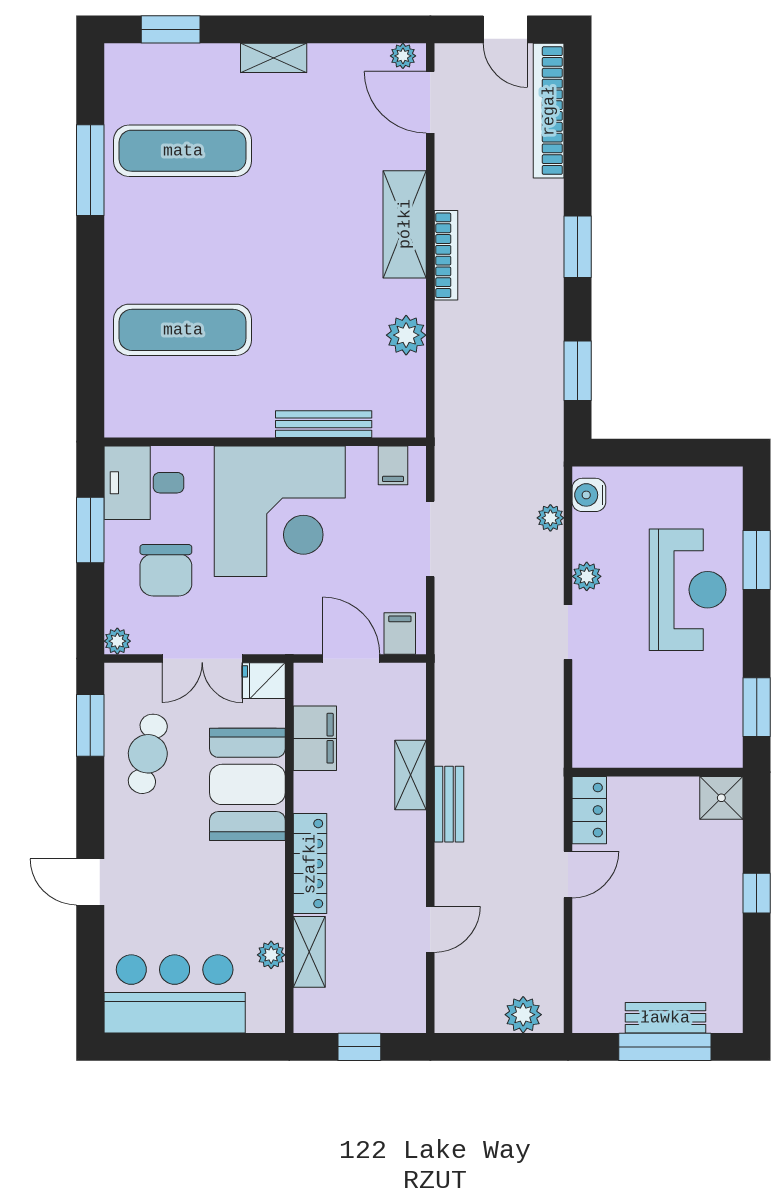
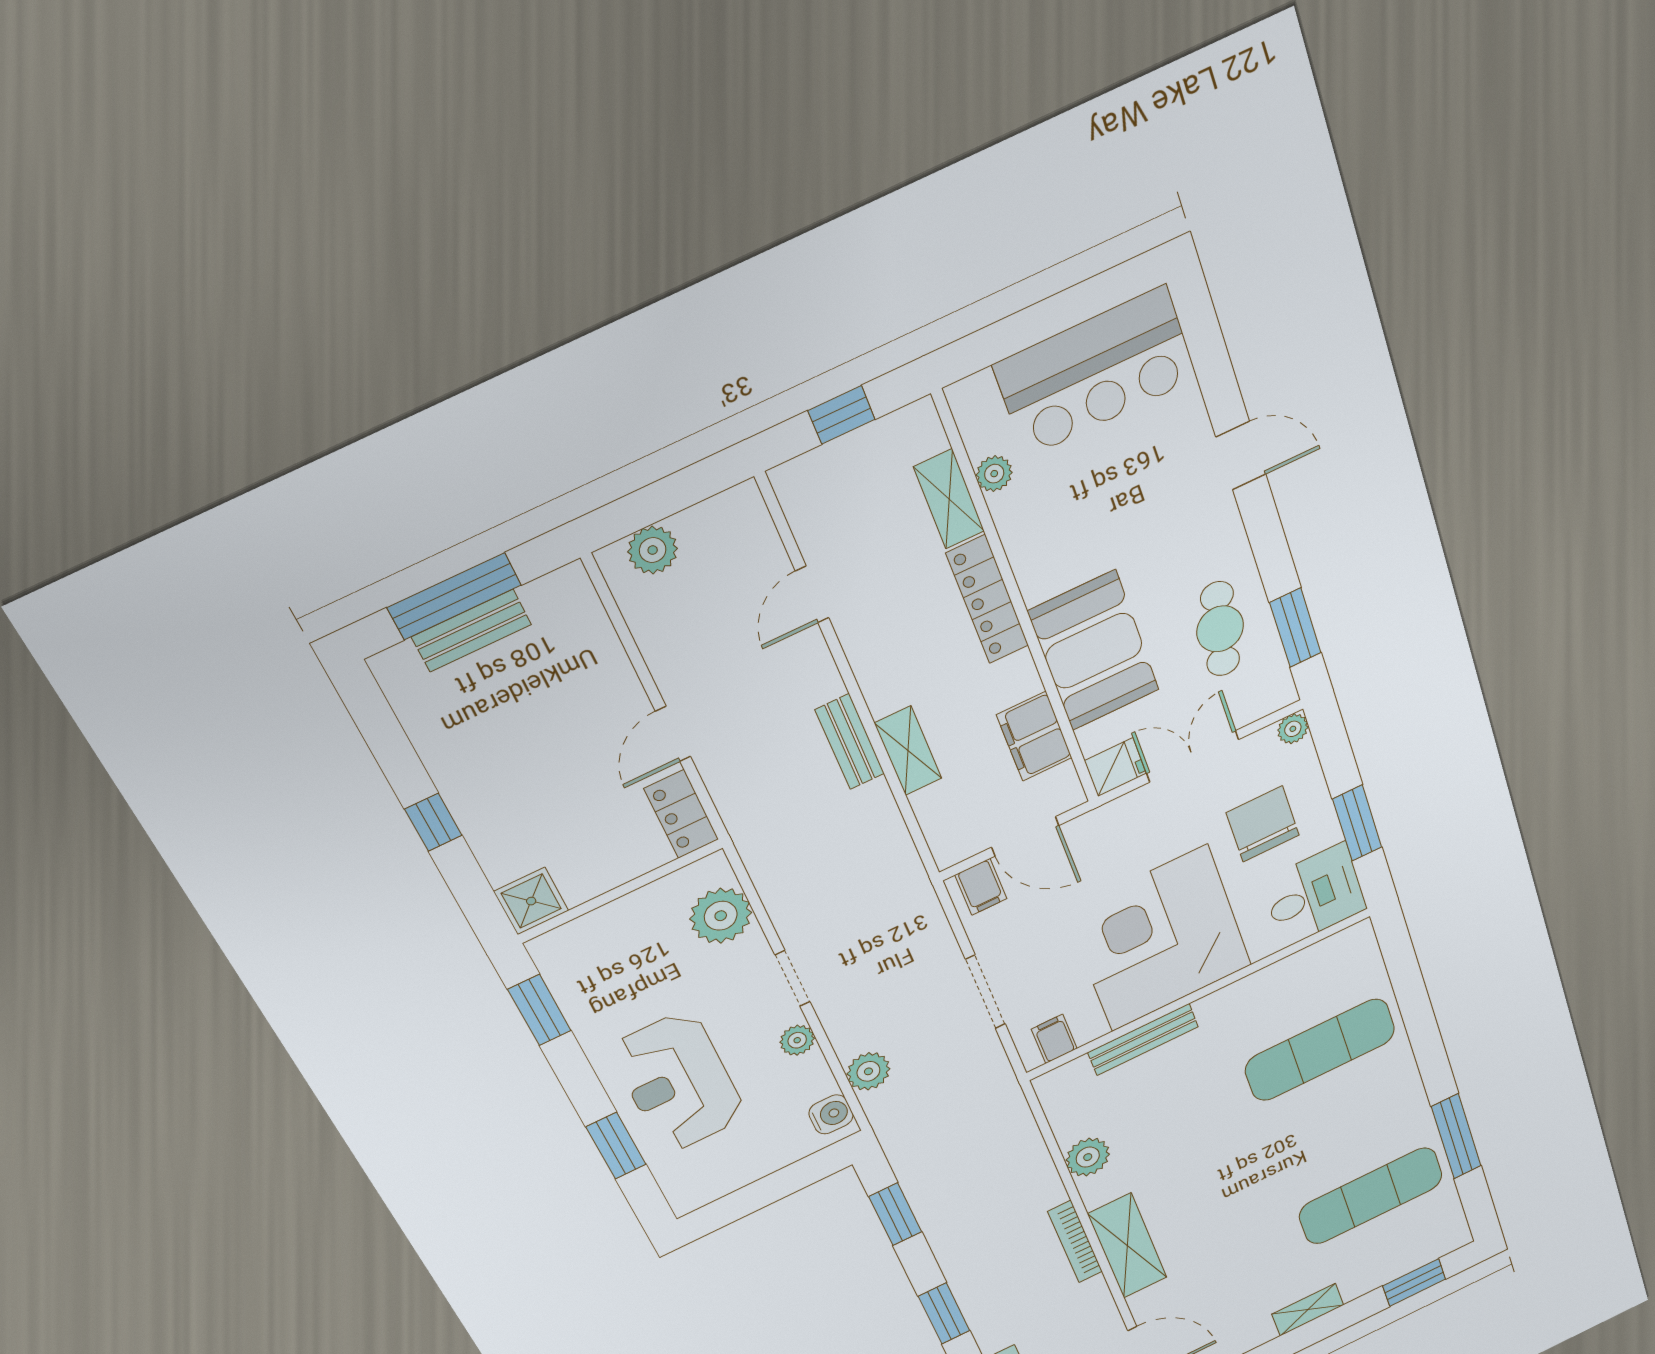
plant: (550, 518) -> (868, 1071), width x1.38, depth x1.38
plant: (597, 714) -> (721, 916), added

